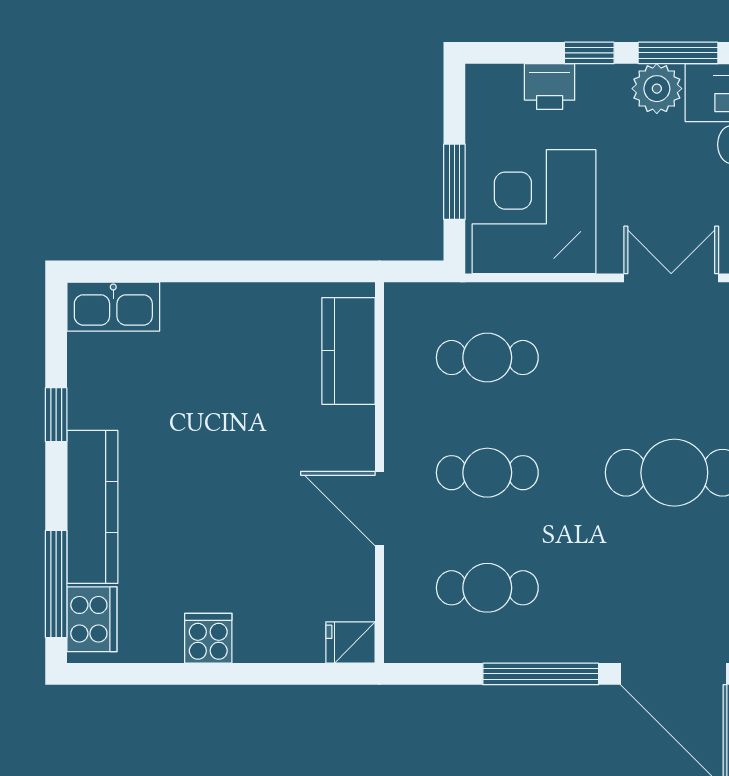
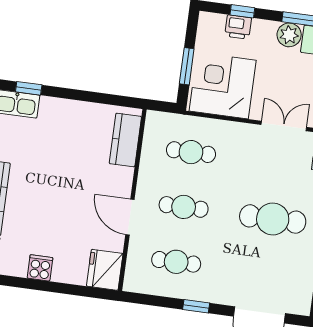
window: (589, 53) -> (242, 11), moved
window: (135, 271) -> (29, 88), added
fridge: (351, 643) -> (105, 270), width x1.88, depth x1.34
window: (541, 674) -> (196, 306), width x0.46

